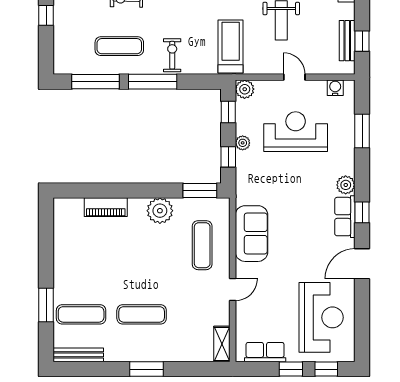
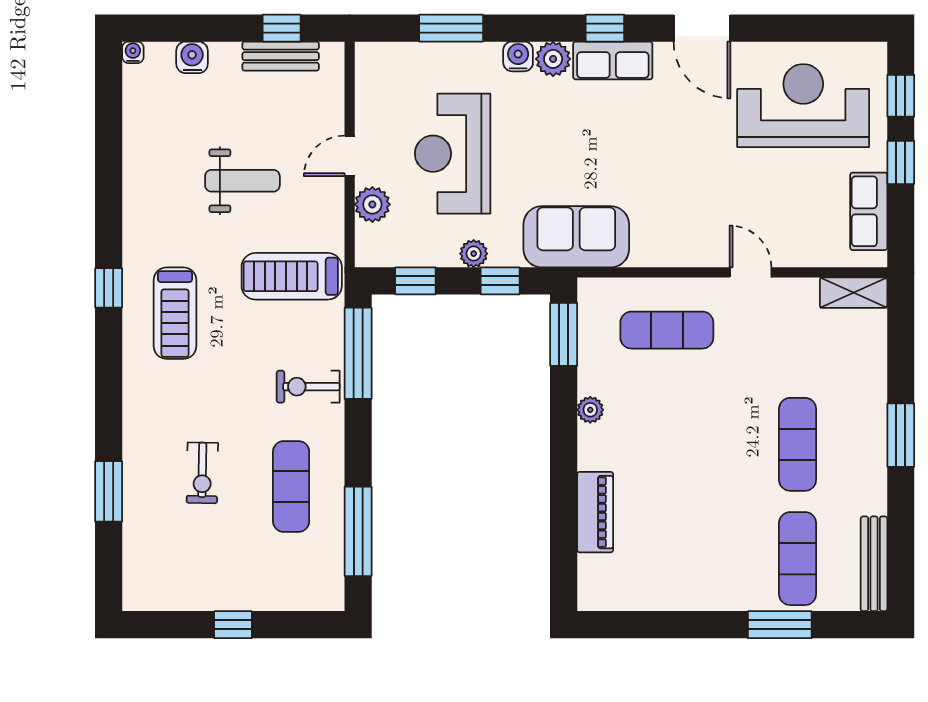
window: (153, 82) -> (358, 353), moved
water cooler: (335, 88) -> (518, 56), moved, turned 90
plant: (245, 89) -> (372, 204), moved
plant: (160, 211) -> (590, 410), width x0.53, depth x0.53
sofa: (252, 234) -> (576, 237), moved

